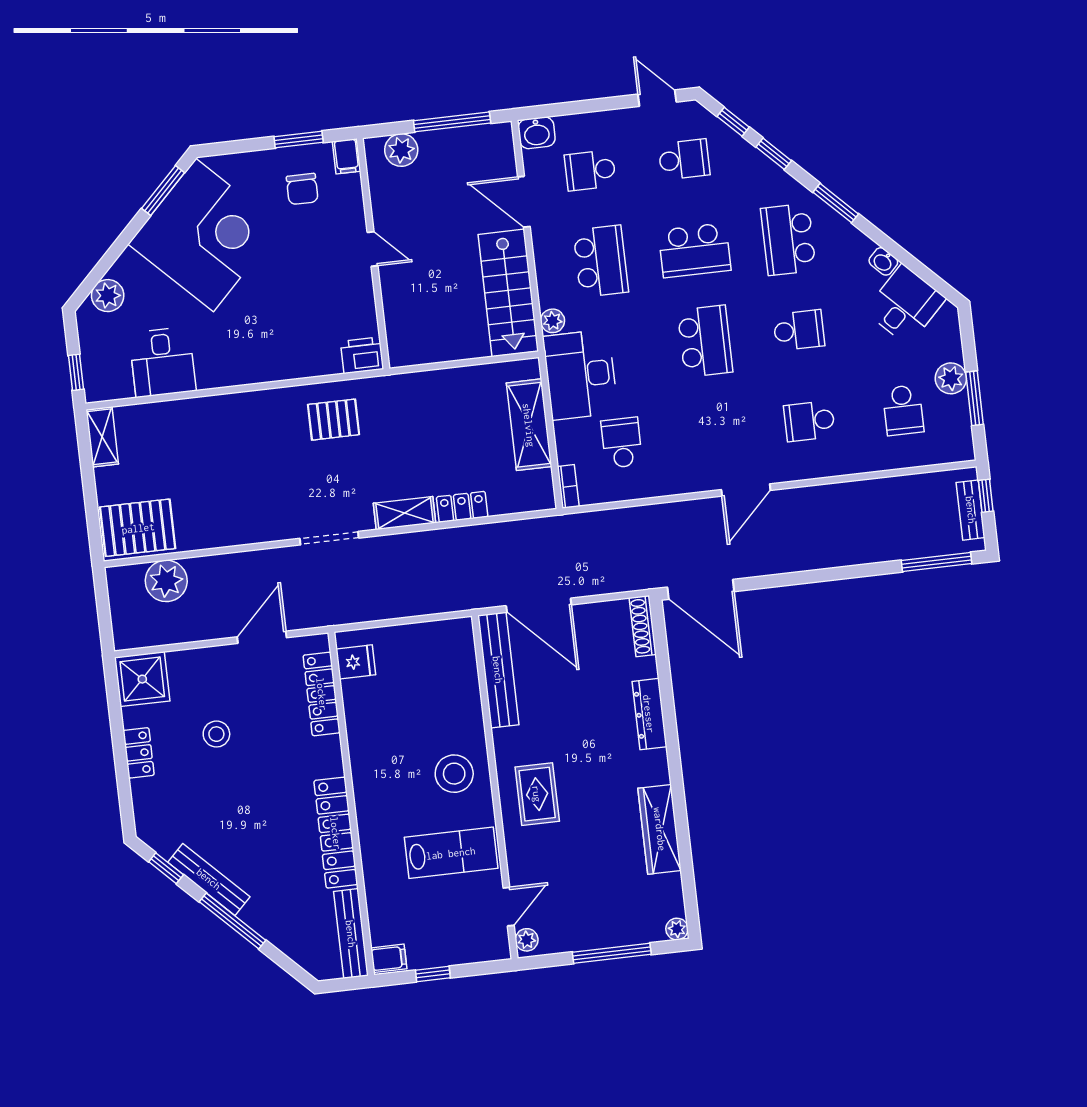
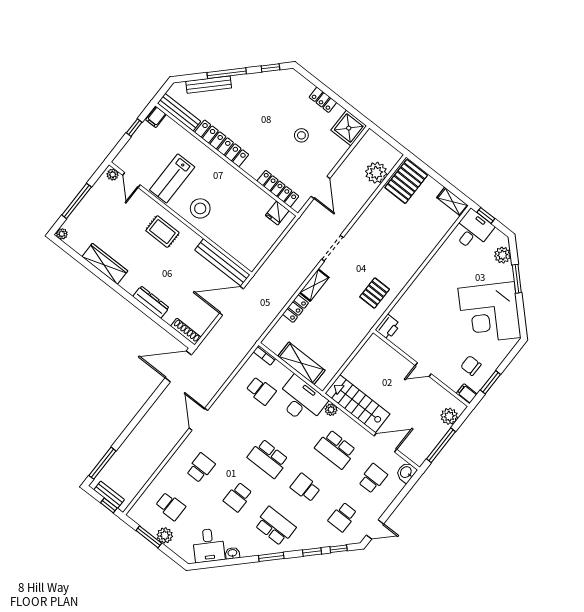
window: (163, 191) -> (517, 279), moved
school desk: (695, 250) -> (305, 488), width x0.54
desk: (163, 362) -> (473, 230), moved, turned 90
school desk: (903, 410) -> (170, 506), turned 180
bench: (209, 879) -> (209, 85), moved

